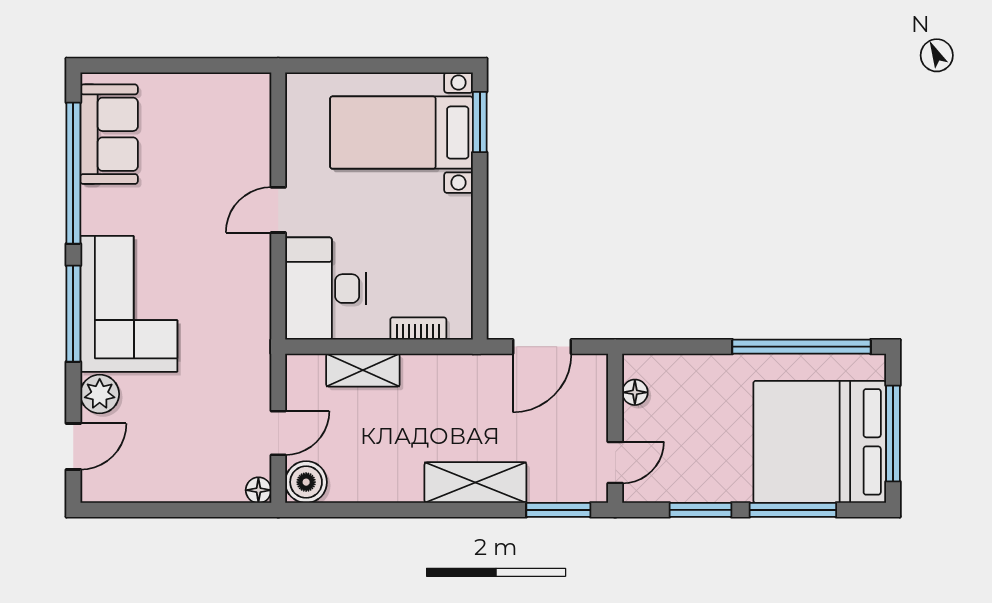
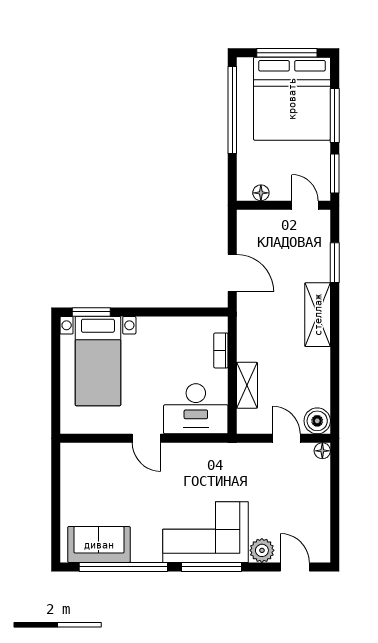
floor lamp: (635, 392) -> (261, 193), moved
wall: (615, 428) -> (283, 205), moved
door: (615, 463) -> (305, 205), moved

